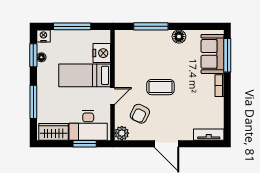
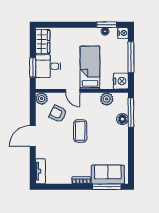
window: (151, 26) -> (131, 112), moved
floor lamp: (179, 37) -> (122, 119), moved
nightstand: (102, 53) -> (121, 81), moved, turned -90
plant: (122, 55) -> (107, 99), added
window: (33, 102) -> (68, 25), removed
desk: (88, 125) -> (48, 66), width x0.73

